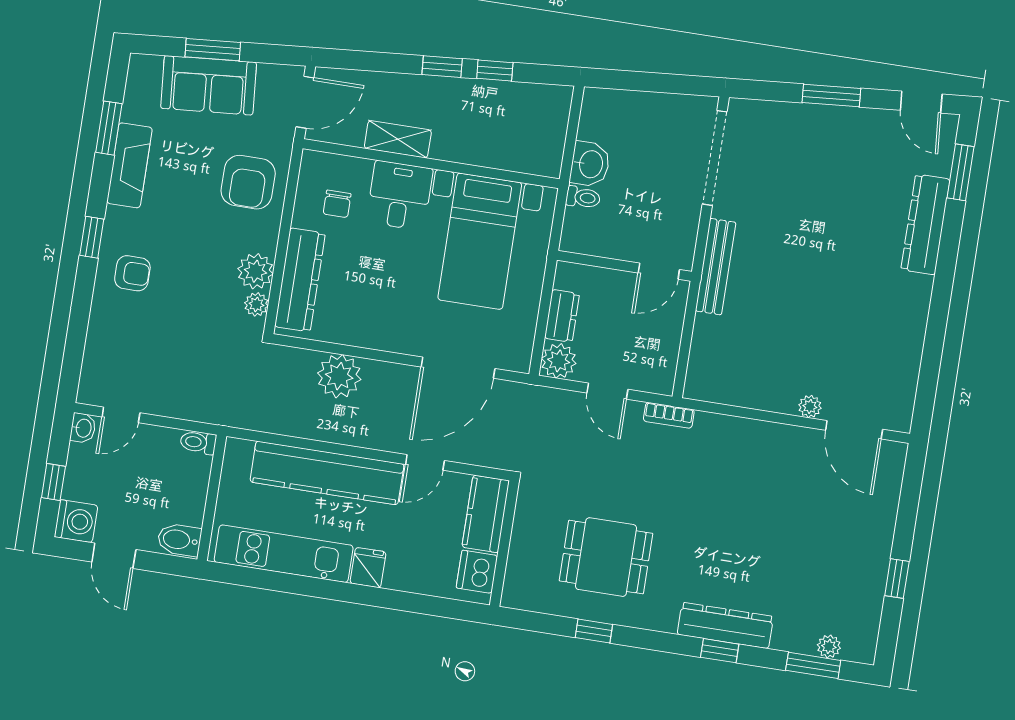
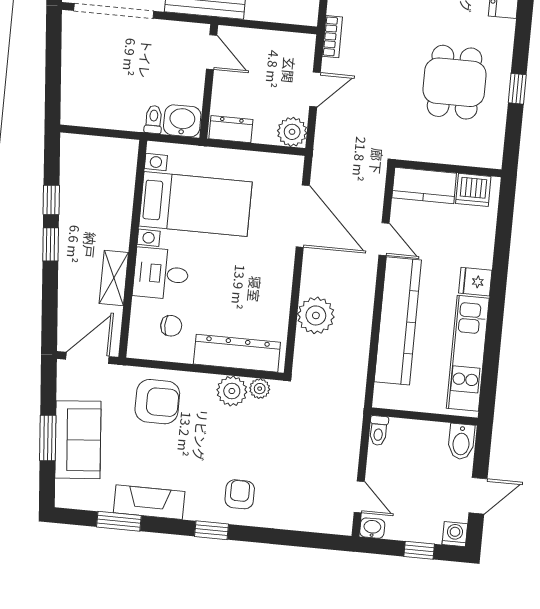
door: (305, 102) -> (87, 358), hinge flipped
washbasin: (590, 164) -> (182, 121), moved
dresser: (562, 316) -> (231, 129), moved
washing machine: (76, 521) -> (455, 534), width x0.73, depth x0.73

